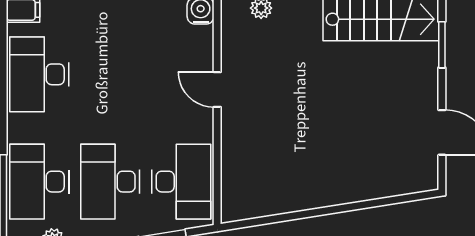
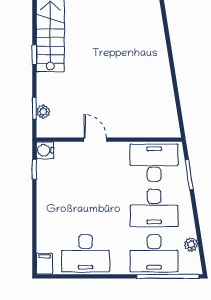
door: (217, 90) -> (95, 140), swing flipped

